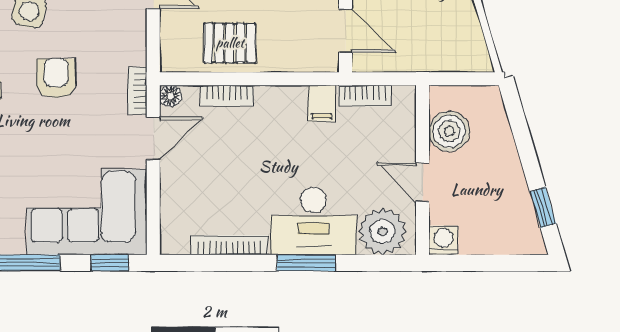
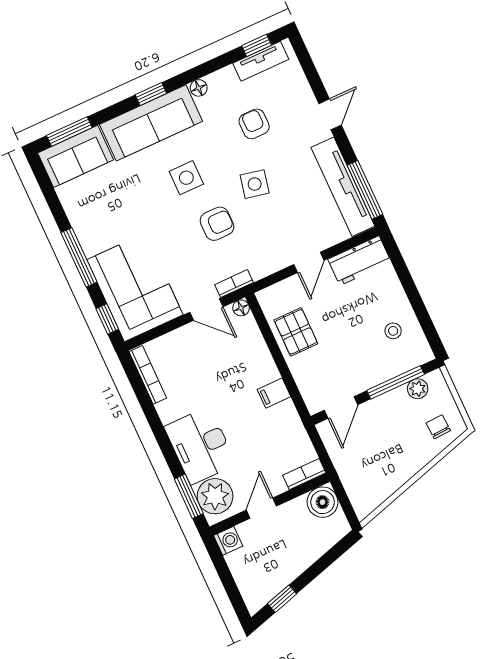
bookcase: (227, 96) -> (259, 346), removed
bookcase: (365, 96) -> (304, 474), moved, turned 90
filing cabinet: (322, 103) -> (274, 393), moved
boiler: (449, 131) -> (322, 502), moved
bookcase: (229, 245) -> (148, 375), moved
window: (306, 263) -> (189, 496), moved

